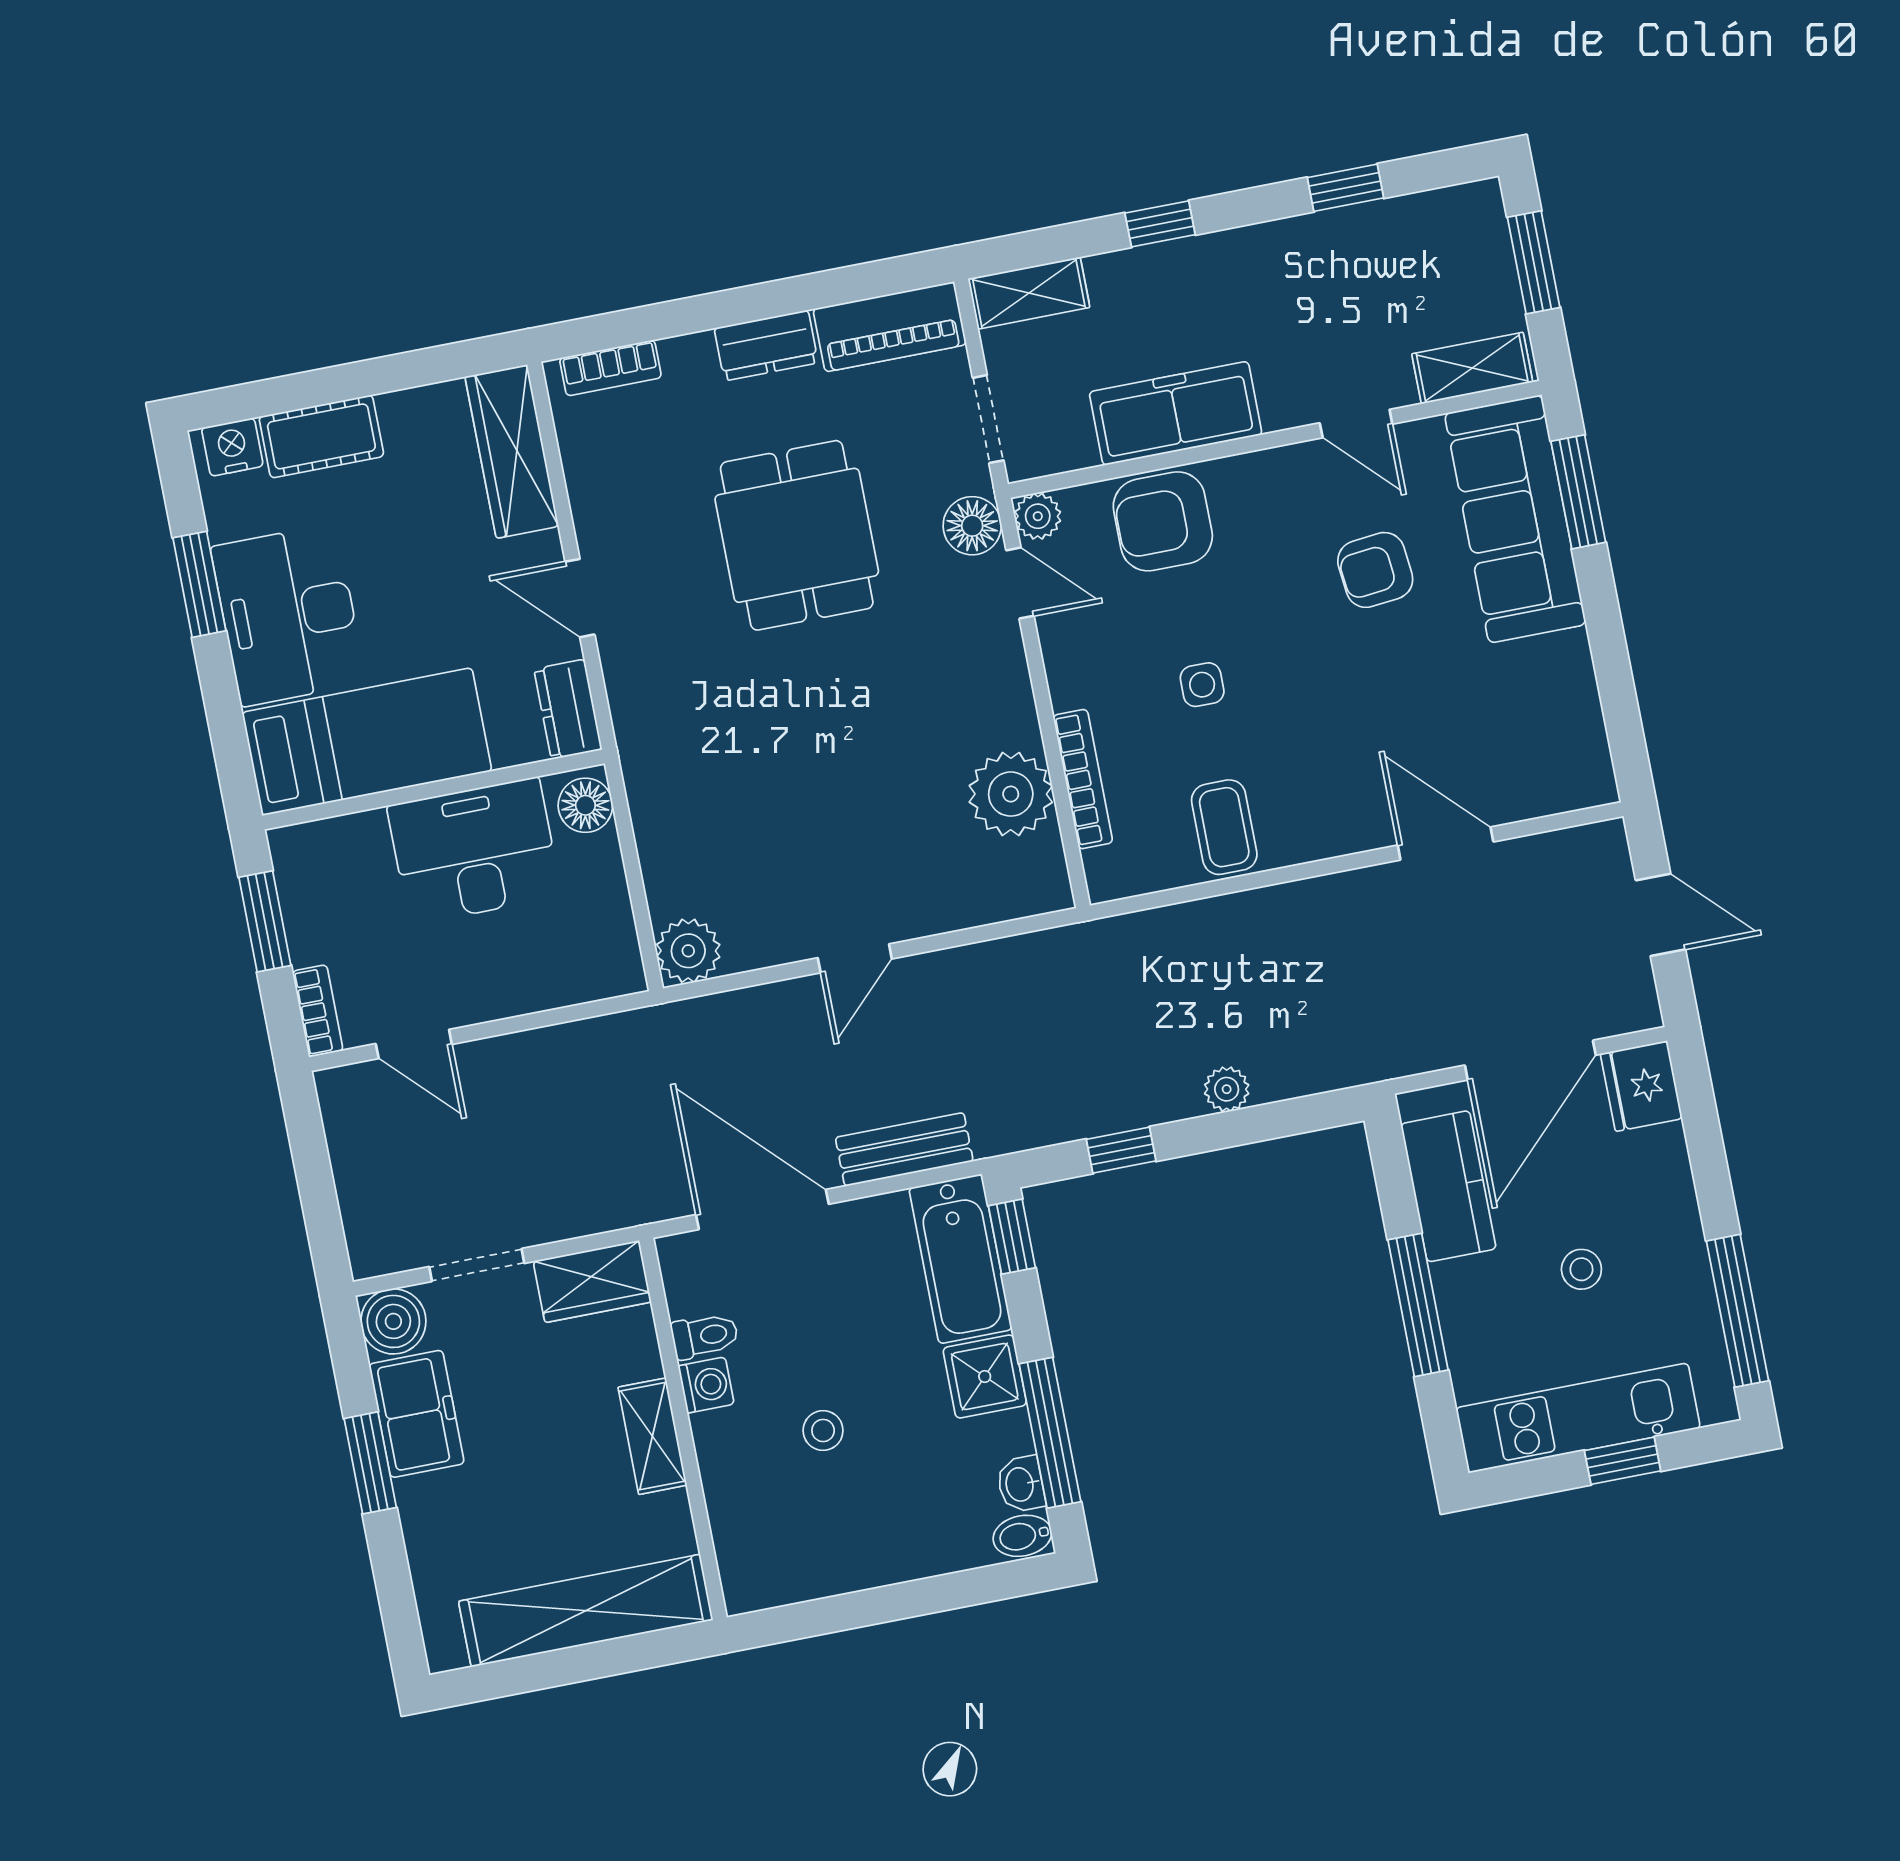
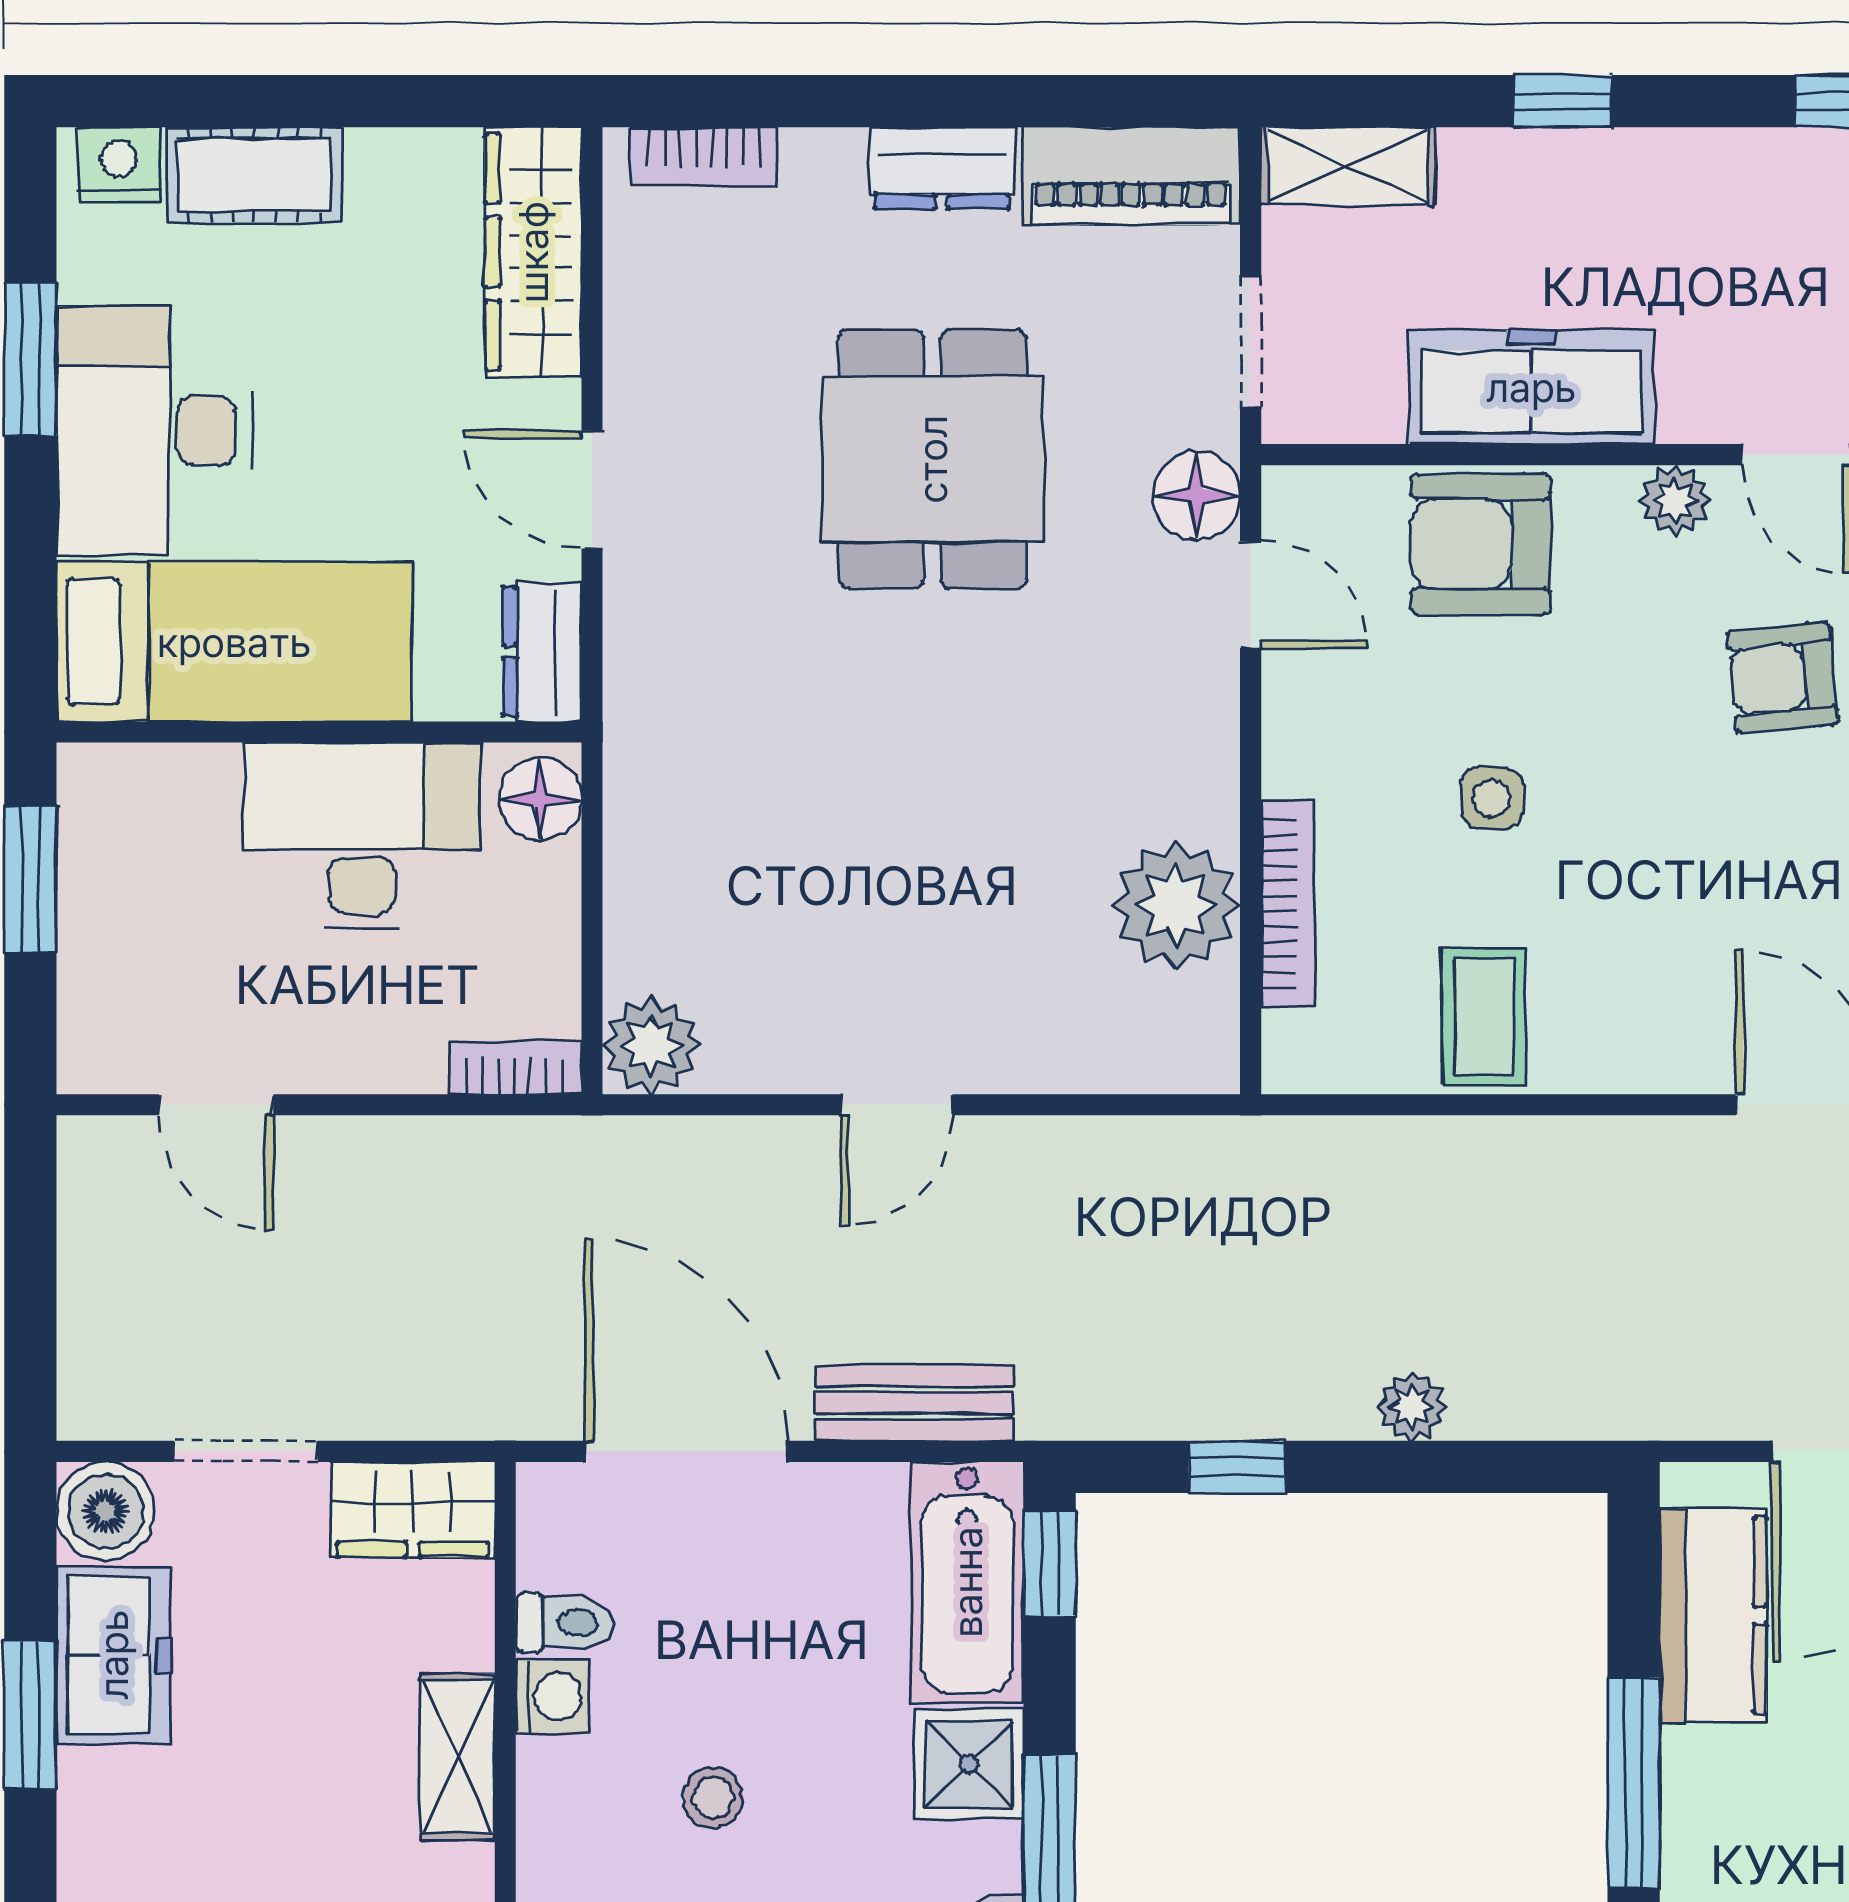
plant: (1038, 516) -> (1675, 500), moved
bookcase: (318, 1011) -> (515, 1068), moved, turned -90

